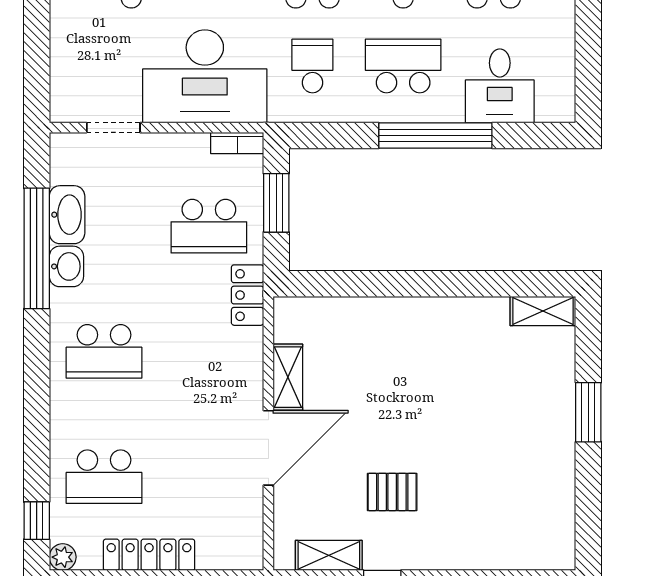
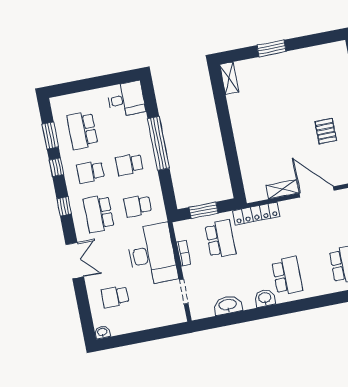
school desk: (403, 66) -> (129, 164), width x0.54
desk: (500, 86) -> (126, 99), moved
bookcase: (237, 143) -> (184, 253), moved
window: (37, 248) -> (246, 316), removed
washbasin: (66, 266) -> (265, 298), moved
locker: (248, 295) -> (256, 214), width x1.53

